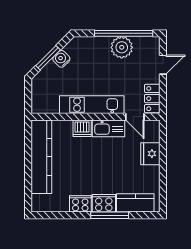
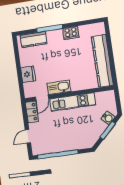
plant: (122, 47) -> (58, 144), removed
water cooler: (61, 59) -> (108, 118), moved
door: (135, 117) -> (42, 98), swing flipped
dishwasher: (82, 128) -> (77, 85), removed
cooker: (104, 203) -> (55, 36), removed

